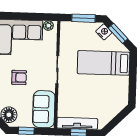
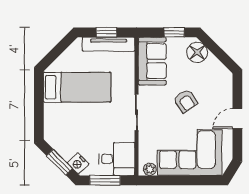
desk: (74, 34) -> (117, 159), added
bed: (104, 63) -> (77, 87), moved
armchair: (19, 77) -> (186, 101), turned -125

